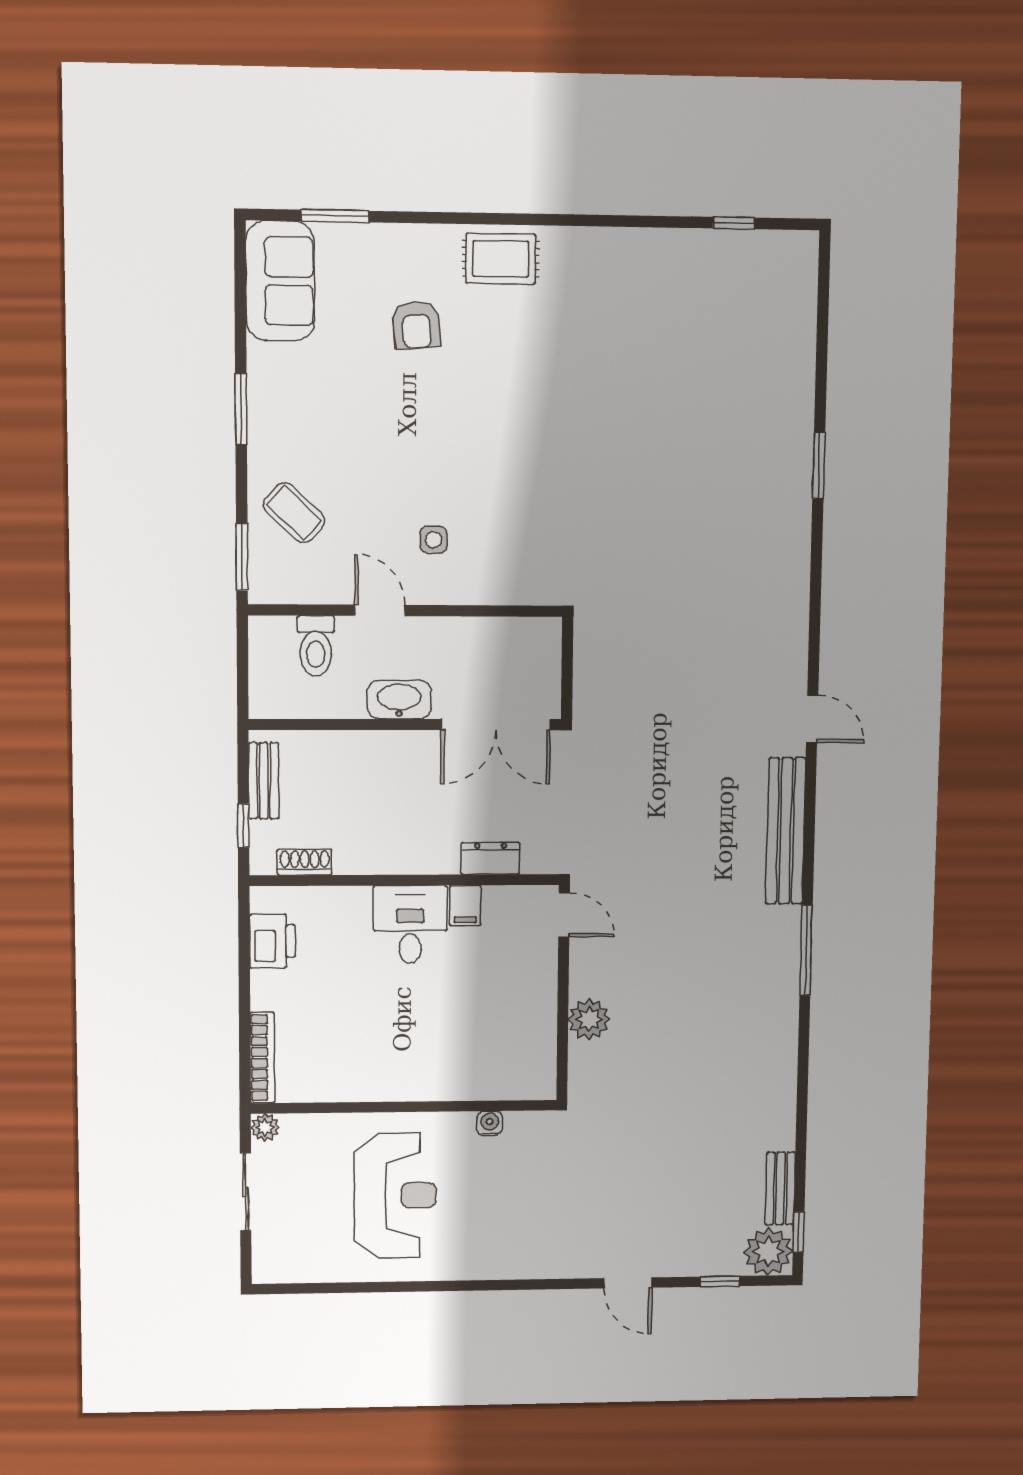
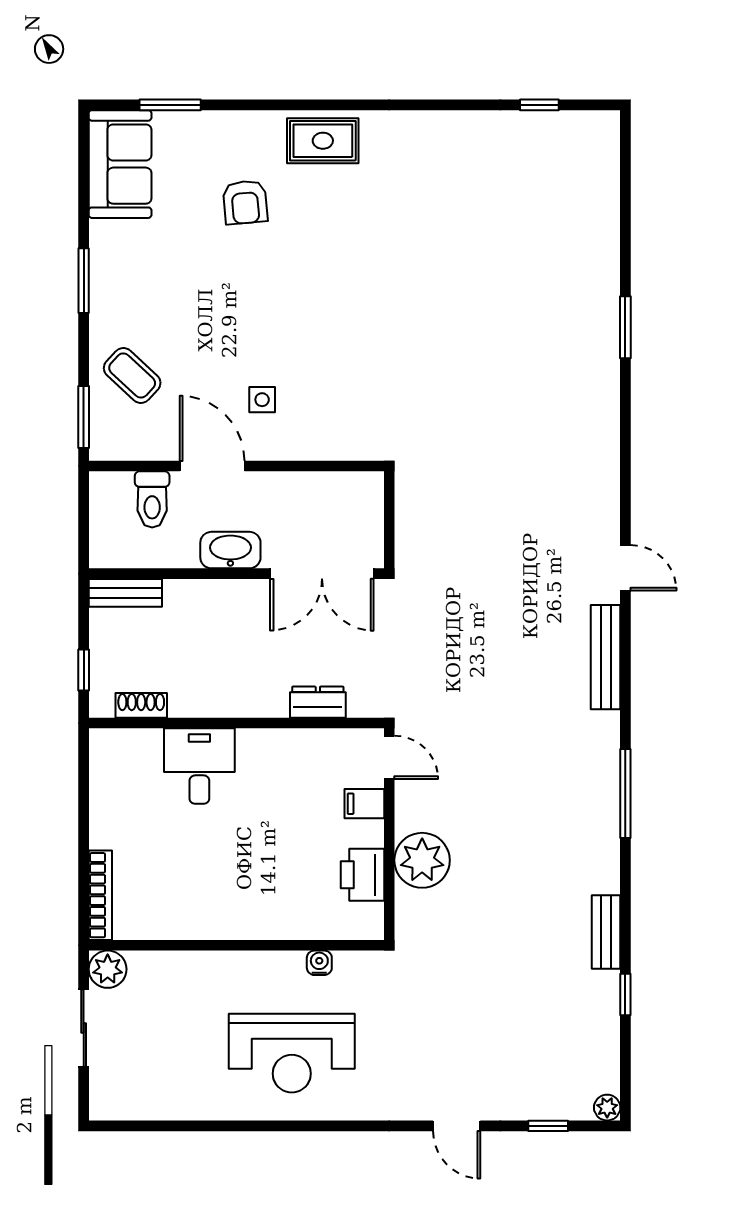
door: (380, 610) -> (212, 466), width x1.38
bench: (264, 781) -> (125, 593), moved, turned 90
bench: (786, 831) -> (606, 657), width x0.73, depth x0.82
filing cabinet: (465, 906) -> (364, 804), moved, turned 90
desk: (410, 925) -> (199, 766), moved
printer: (272, 941) -> (362, 875), moved, turned 180
plant: (589, 1019) -> (422, 860), width x1.36, depth x1.36
plant: (265, 1127) -> (108, 969), width x1.38, depth x1.38
bench: (780, 1188) -> (606, 932), moved
reception desk: (395, 1196) -> (292, 1053), moved, turned 90
window: (799, 1232) -> (625, 995), moved
plant: (768, 1252) -> (607, 1108), width x0.53, depth x0.53

